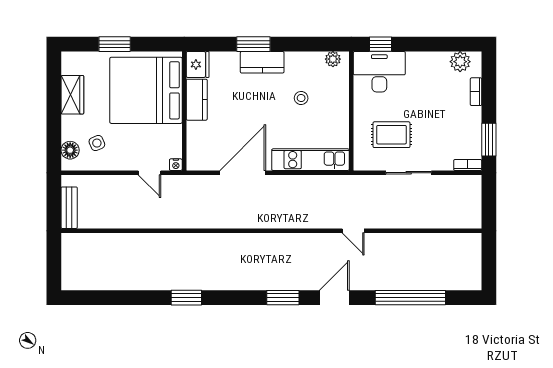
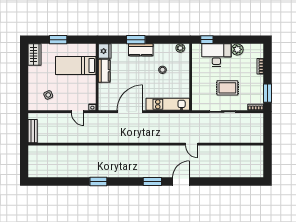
plant: (460, 62) -> (237, 49), moved
desk: (379, 72) -> (216, 55), moved
bed: (146, 90) -> (76, 66), width x0.49
wardrobe: (72, 95) -> (35, 55), moved
rug: (391, 135) -> (227, 88), moved
floor lamp: (70, 150) -> (33, 99), removed
window: (410, 298) -> (224, 181), removed

